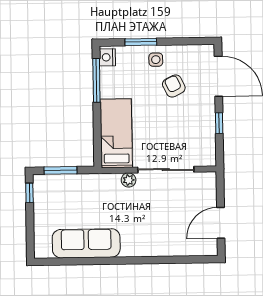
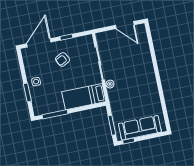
nightstand: (107, 57) -> (40, 110), removed
armchair: (174, 86) -> (62, 59), moved
sofa: (86, 243) -> (140, 128), moved, turned 90

